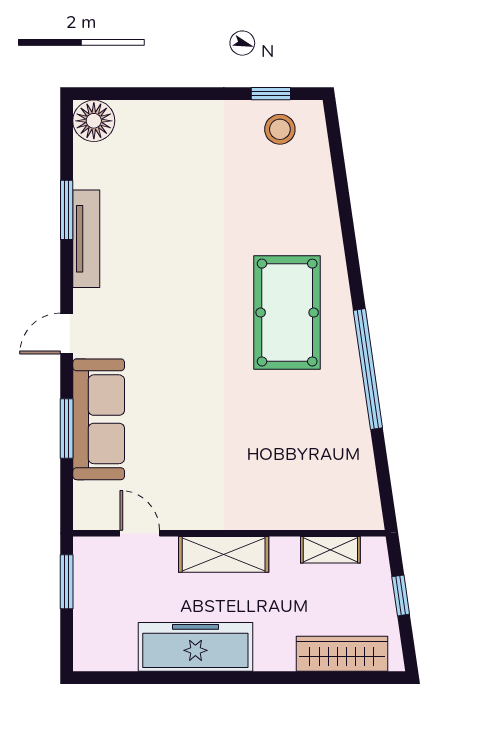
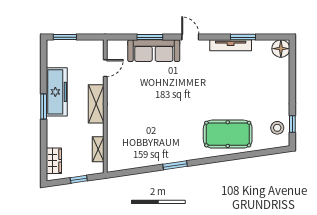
pool table: (287, 313) -> (228, 134), moved
window: (368, 369) -> (175, 165), width x0.47
window: (67, 582) -> (65, 37), moved
wardrobe: (342, 654) -> (54, 161), width x0.67
window: (230, 678) -> (44, 107), added

